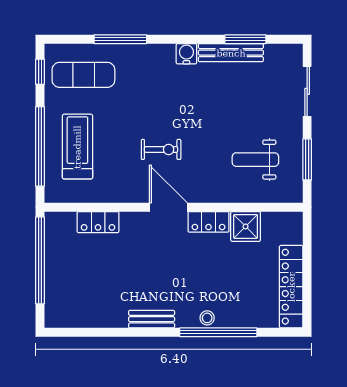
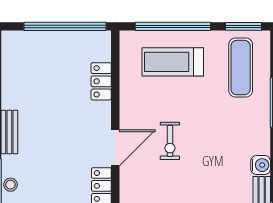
window: (40, 72) -> (243, 26), width x1.50
treadmill: (77, 147) -> (173, 62), turned 180

